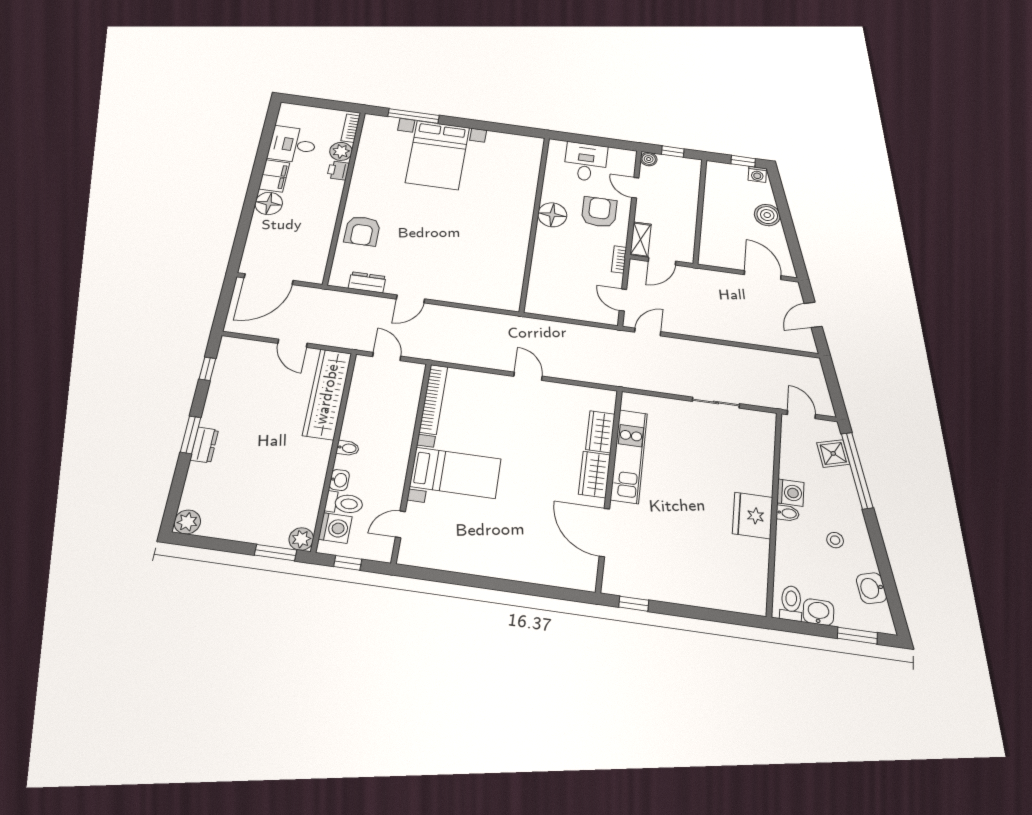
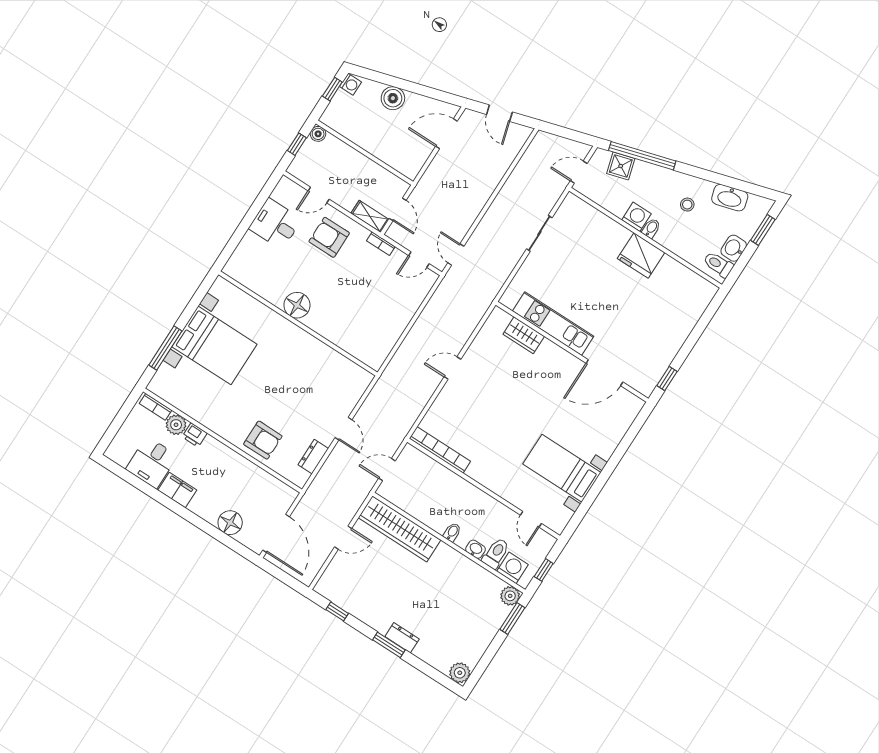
boiler: (649, 159) -> (318, 134), moved
floor lamp: (269, 203) -> (230, 523), moved
floor lamp: (552, 215) -> (297, 305), moved
wall: (535, 223) -> (298, 323), moved
bed with nightstands: (455, 473) -> (562, 468), moved, turned -90
wardrobe: (595, 474) -> (556, 357), removed
washbasin: (871, 588) -> (730, 198), width x1.38

